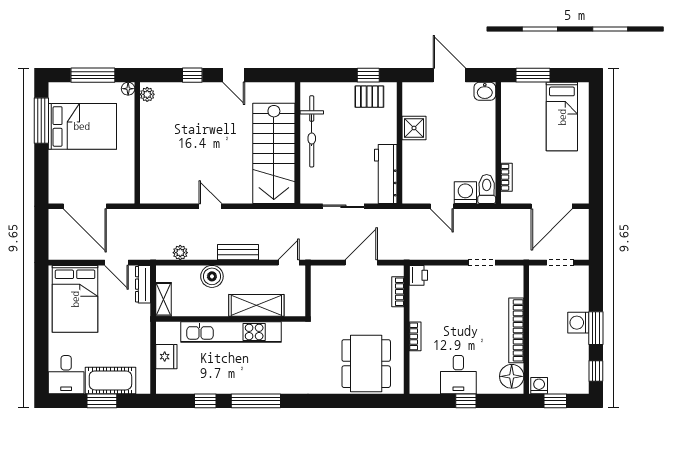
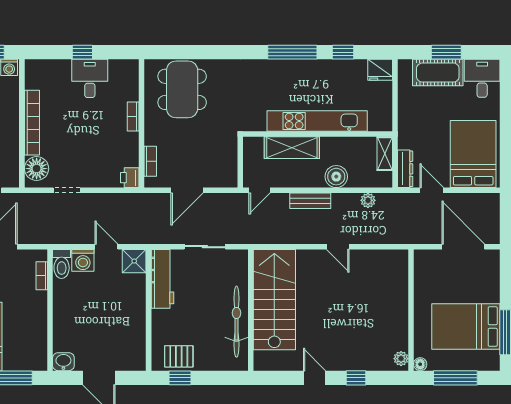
shower: (414, 128) -> (134, 261), moved
fridge: (166, 357) -> (380, 70), moved, turned -90
floor lamp: (512, 376) -> (37, 169), moved

